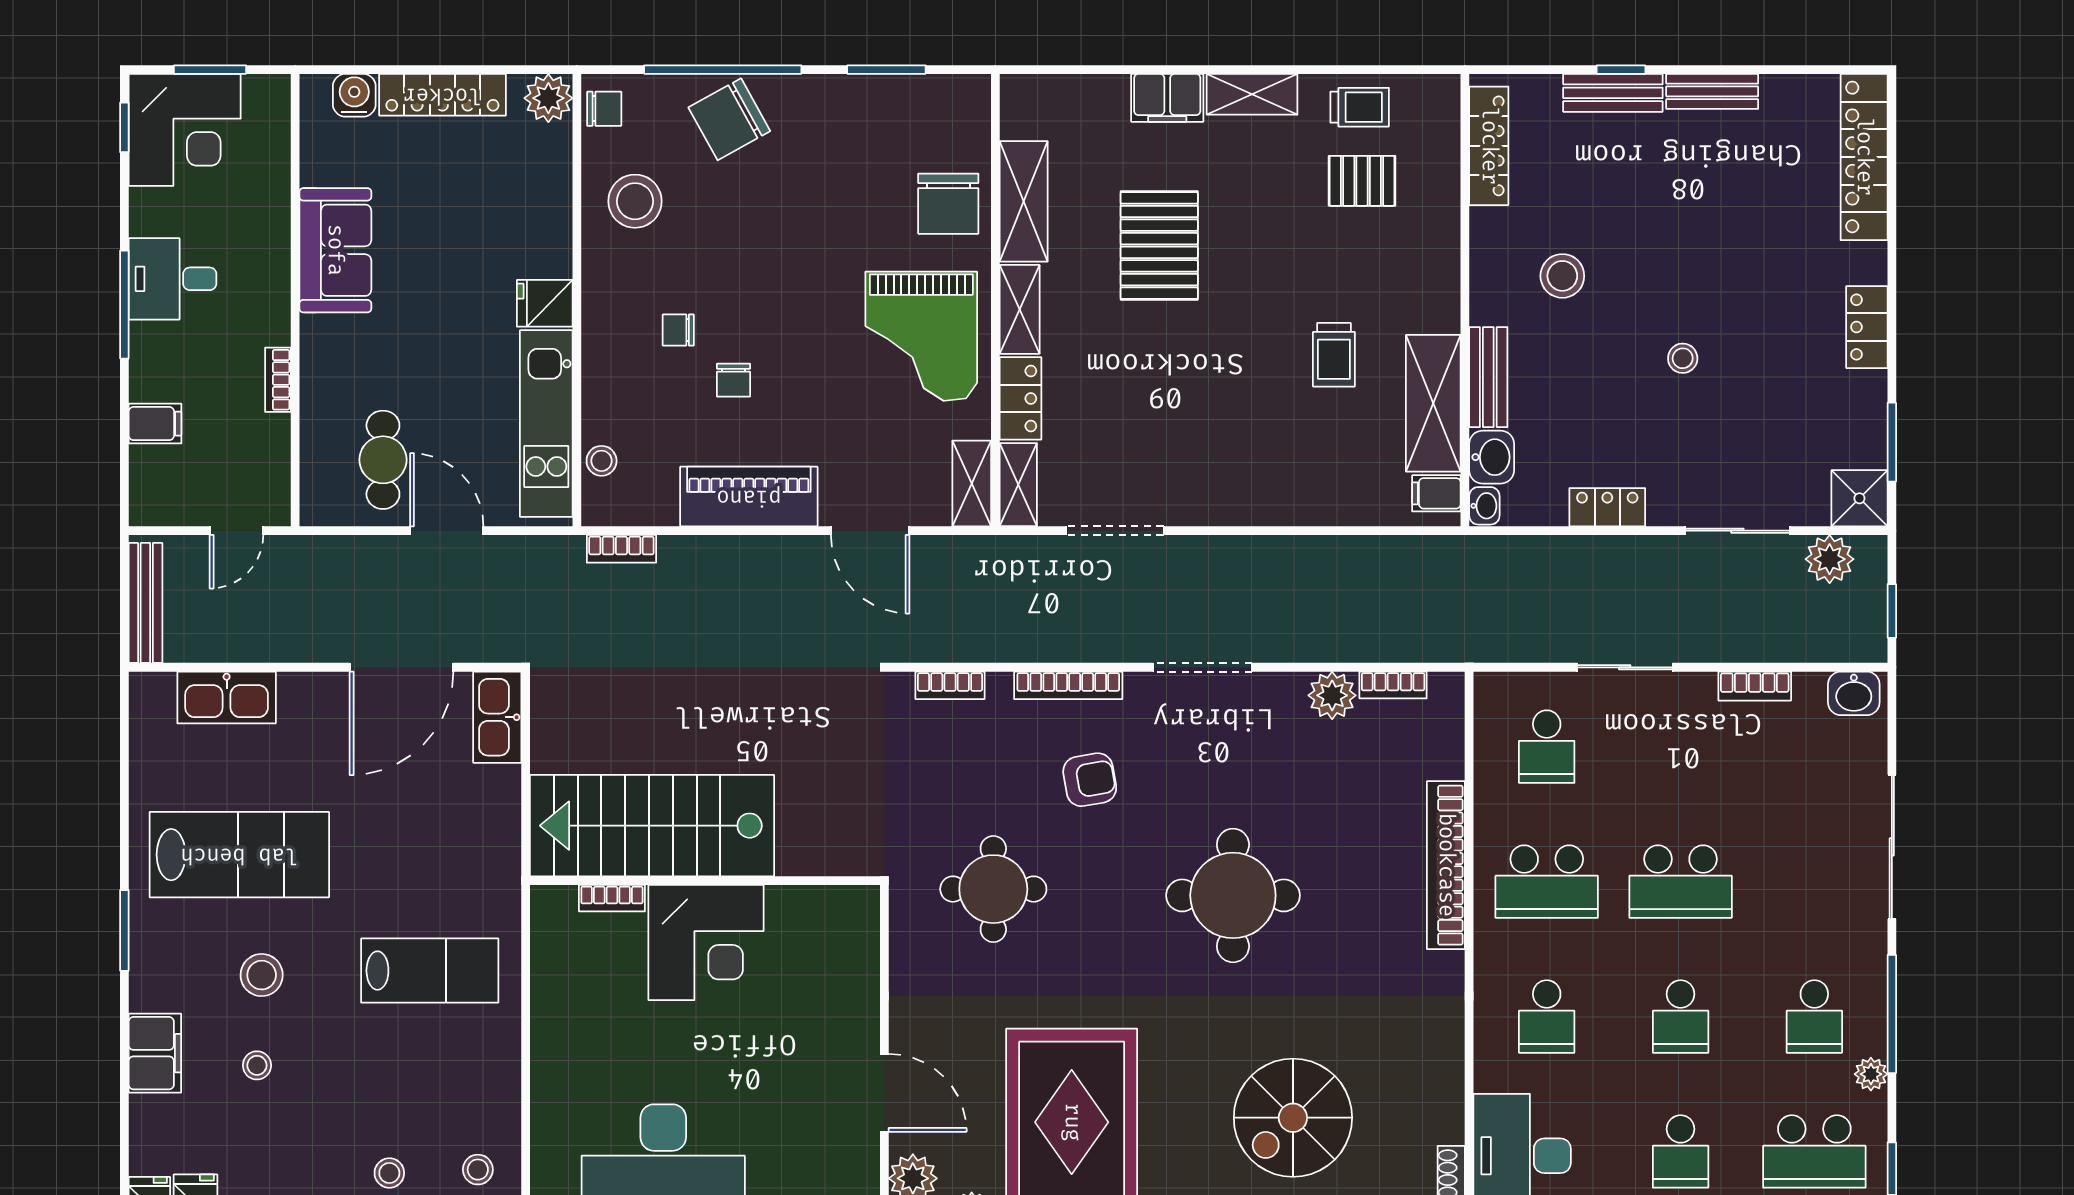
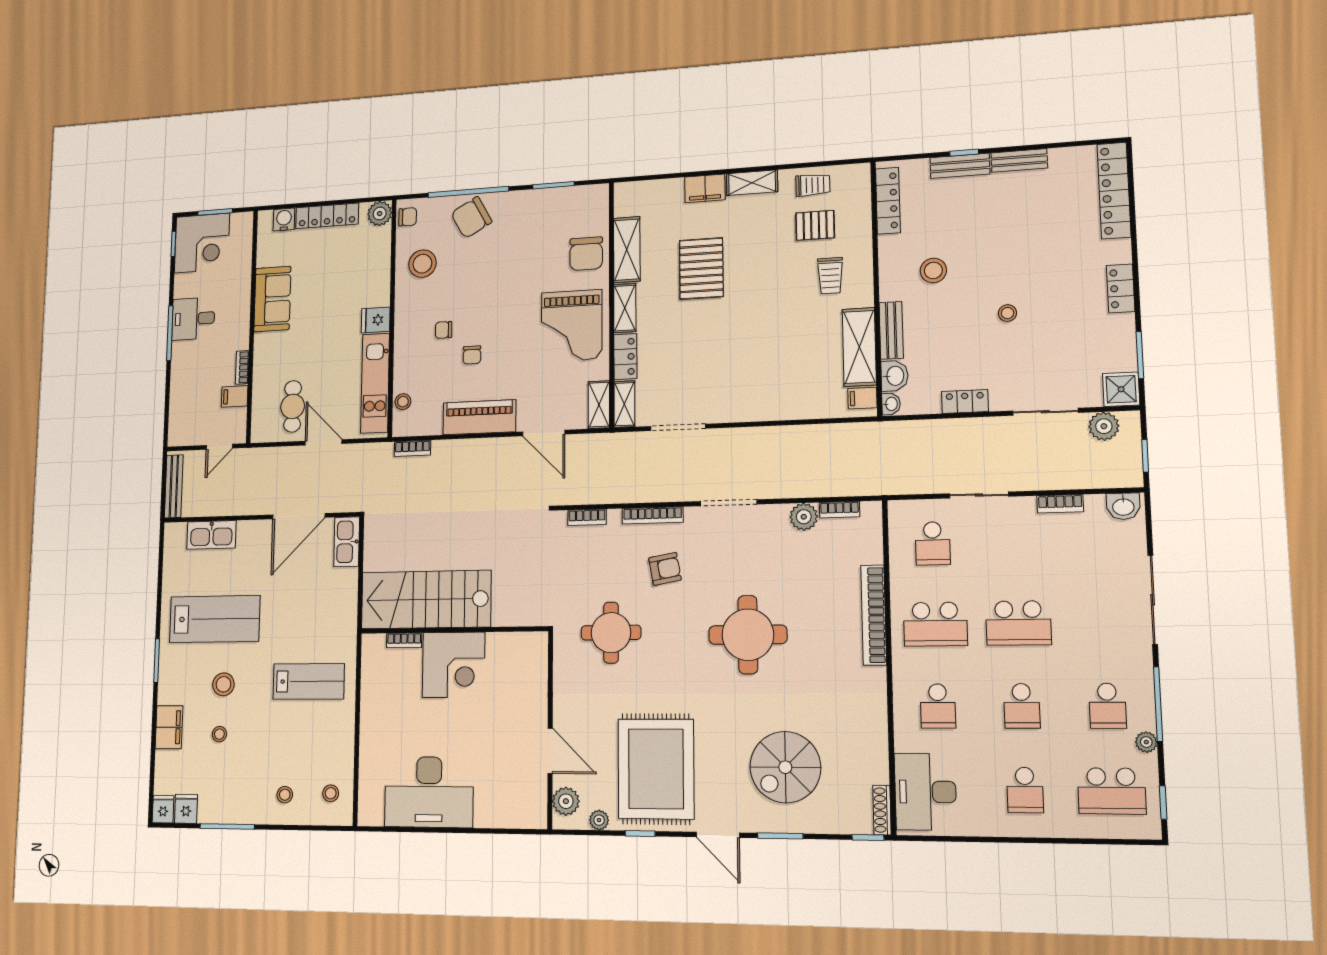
trolley: (1334, 355) -> (830, 276), moved
filing cabinet: (155, 424) -> (235, 396), moved, turned 180

